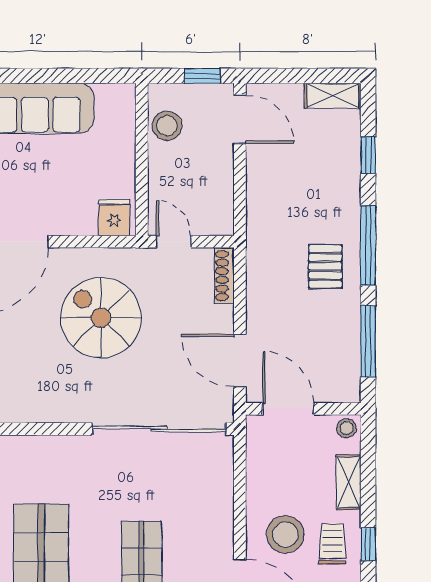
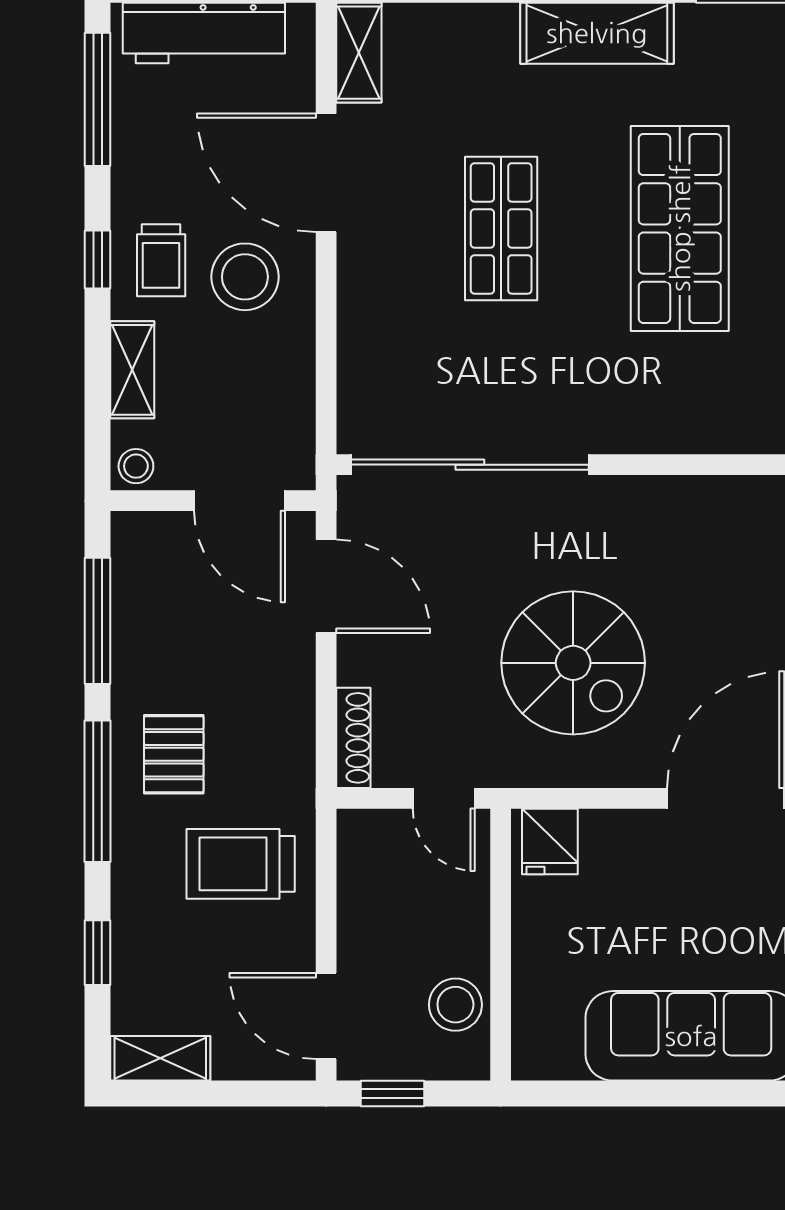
trolley: (288, 205) -> (241, 864), added

